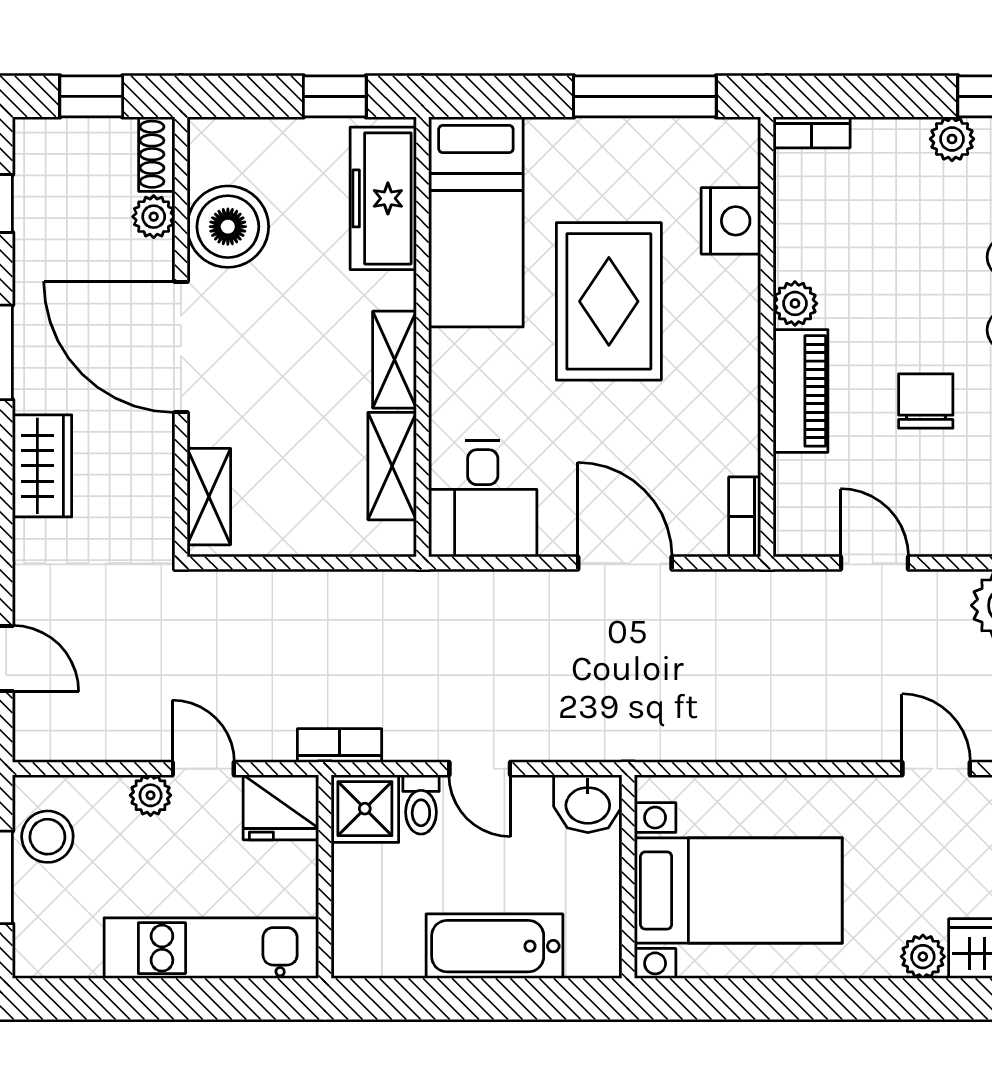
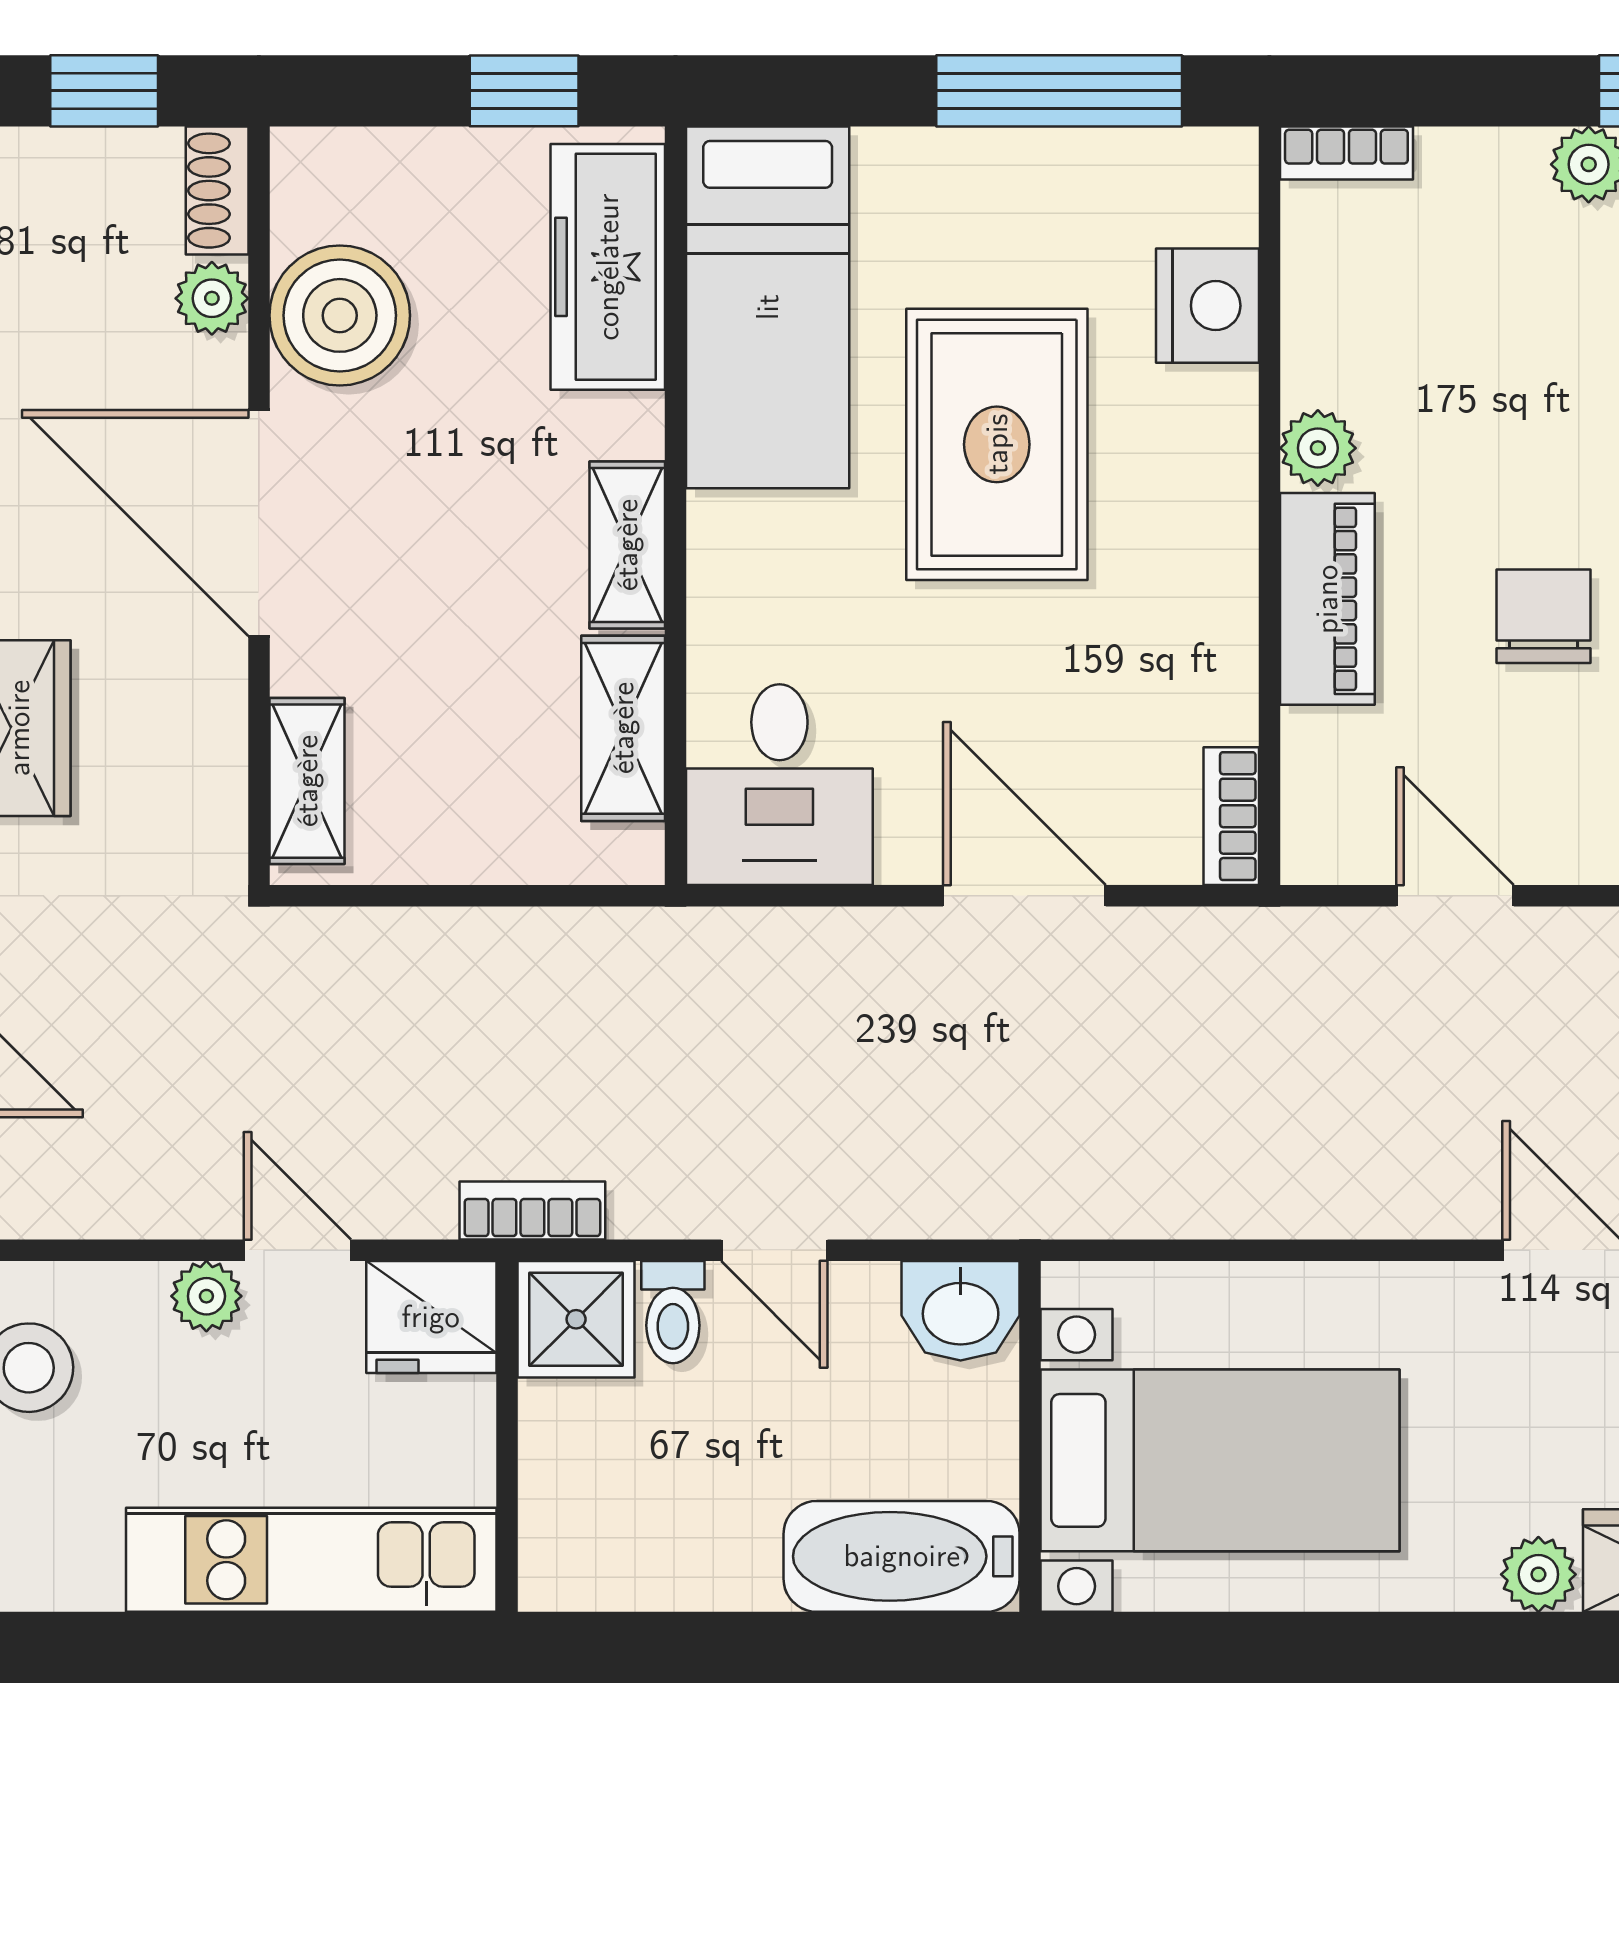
bathtub: (494, 946) -> (902, 1556), moved

